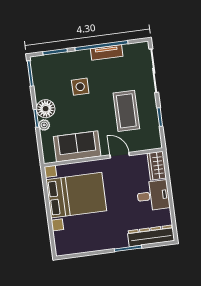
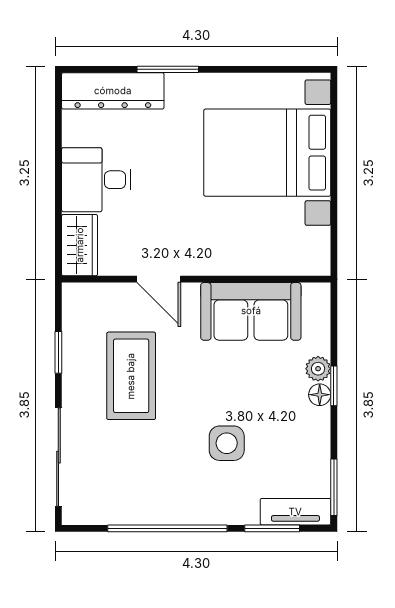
tv unit: (107, 52) -> (295, 512), moved
floor lamp: (46, 109) -> (320, 395), width x0.53, depth x0.53
bed with nightstands: (76, 195) -> (267, 153), moved

